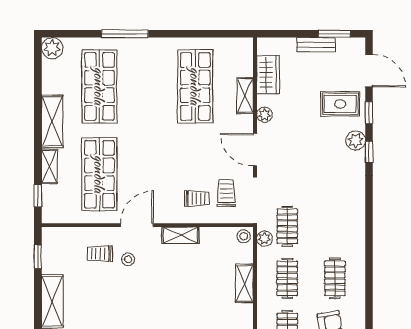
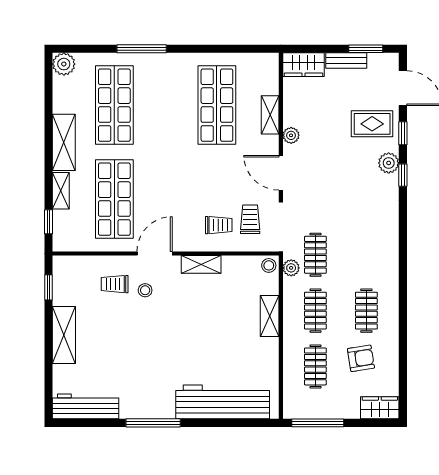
wardrobe: (268, 75) -> (304, 65), moved, turned 90

